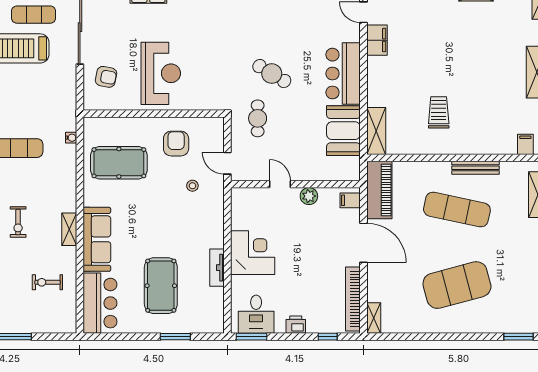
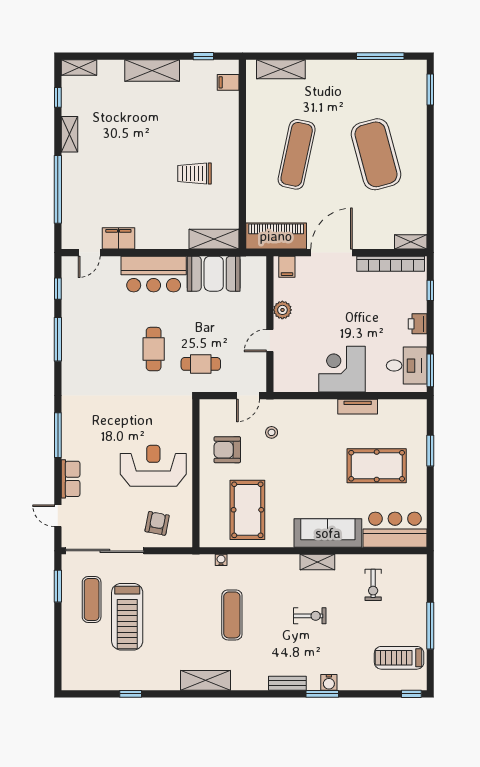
cafe table: (272, 74) -> (154, 349), turned -31
bench: (475, 168) -> (253, 135), removed

